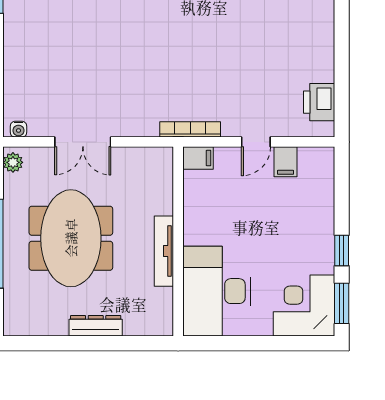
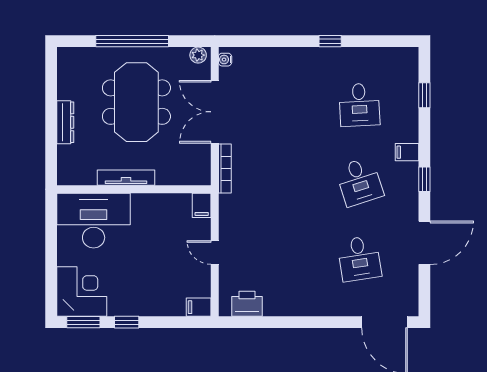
bookcase: (190, 129) -> (225, 168), moved
double door: (83, 142) -> (215, 112), width x1.37
filing cabinet: (285, 162) -> (199, 307), moved
meeting table: (71, 238) -> (136, 102), turned 90

